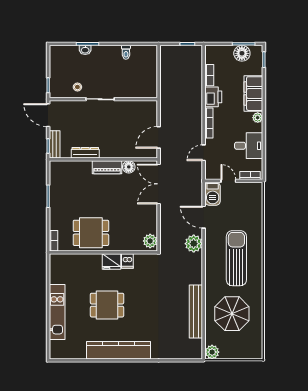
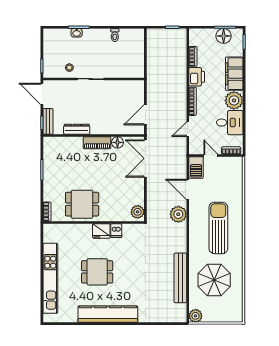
plant: (258, 118) -> (234, 100), width x1.87, depth x1.87
kitchen unit: (57, 312) -> (50, 278), width x1.36

